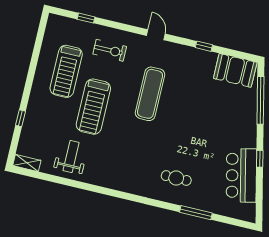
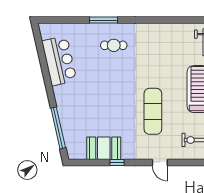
booth: (235, 70) -> (104, 148), moved
window: (260, 159) -> (47, 78), removed
window: (196, 213) -> (104, 20), moved

